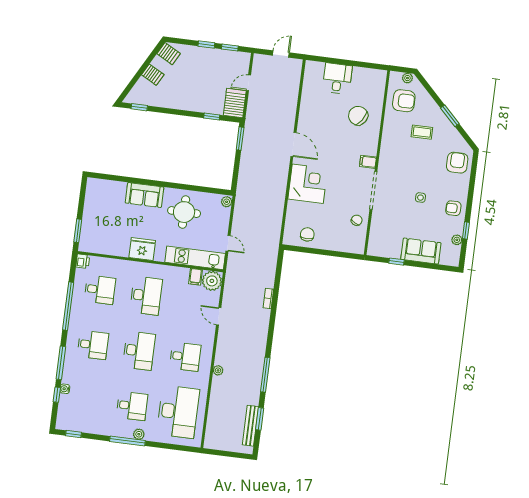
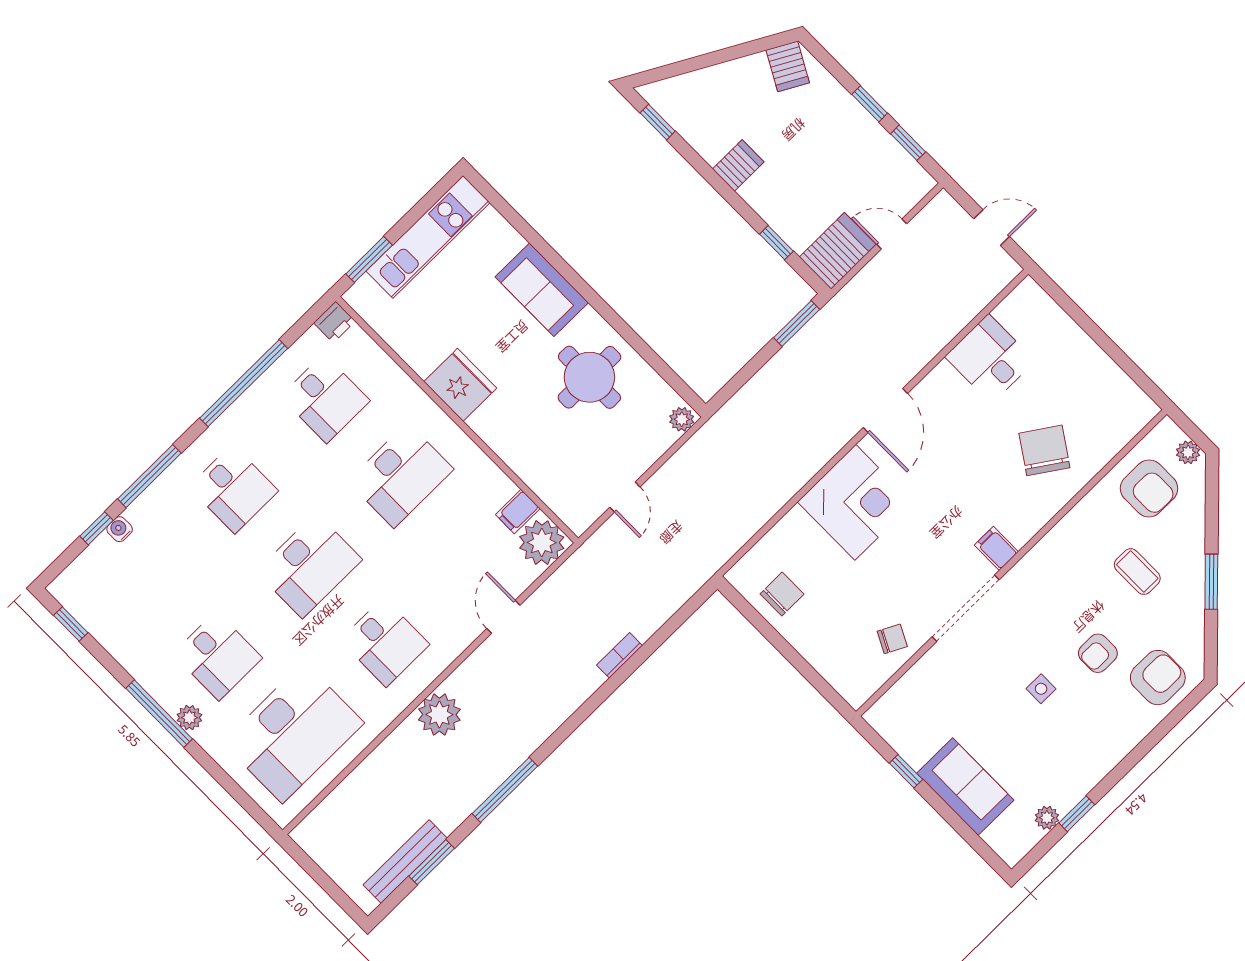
server rack: (153, 75) -> (738, 165), moved, turned -119
desk: (337, 78) -> (990, 359), moved, turned -90
armchair: (453, 208) -> (1098, 653), moved, turned -90
kitchen unit: (195, 258) -> (428, 237), moved, turned 90
plant: (218, 370) -> (439, 715), width x1.87, depth x1.87

